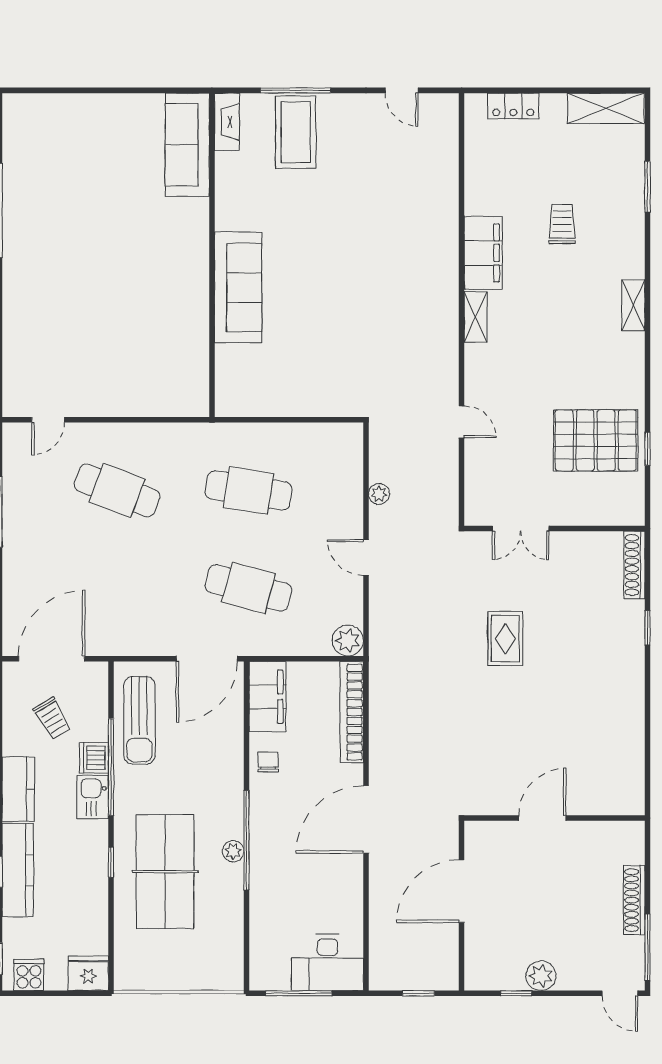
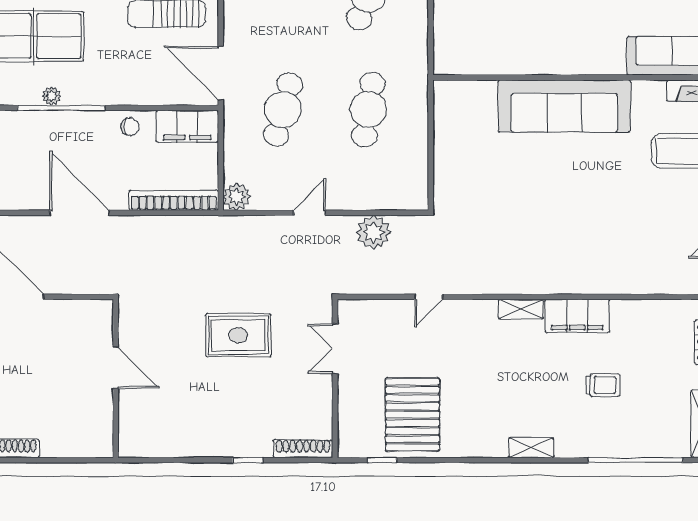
window: (647, 187) -> (635, 460), width x2.11
sofa: (238, 287) -> (564, 106), width x1.36, depth x1.27
window: (647, 449) -> (382, 460), moved
plant: (379, 494) -> (374, 232), width x1.88, depth x1.88
rug: (505, 639) -> (238, 335), width x1.36, depth x1.43
door: (542, 818) -> (116, 368), moved
wall: (555, 818) -> (116, 378), moved

